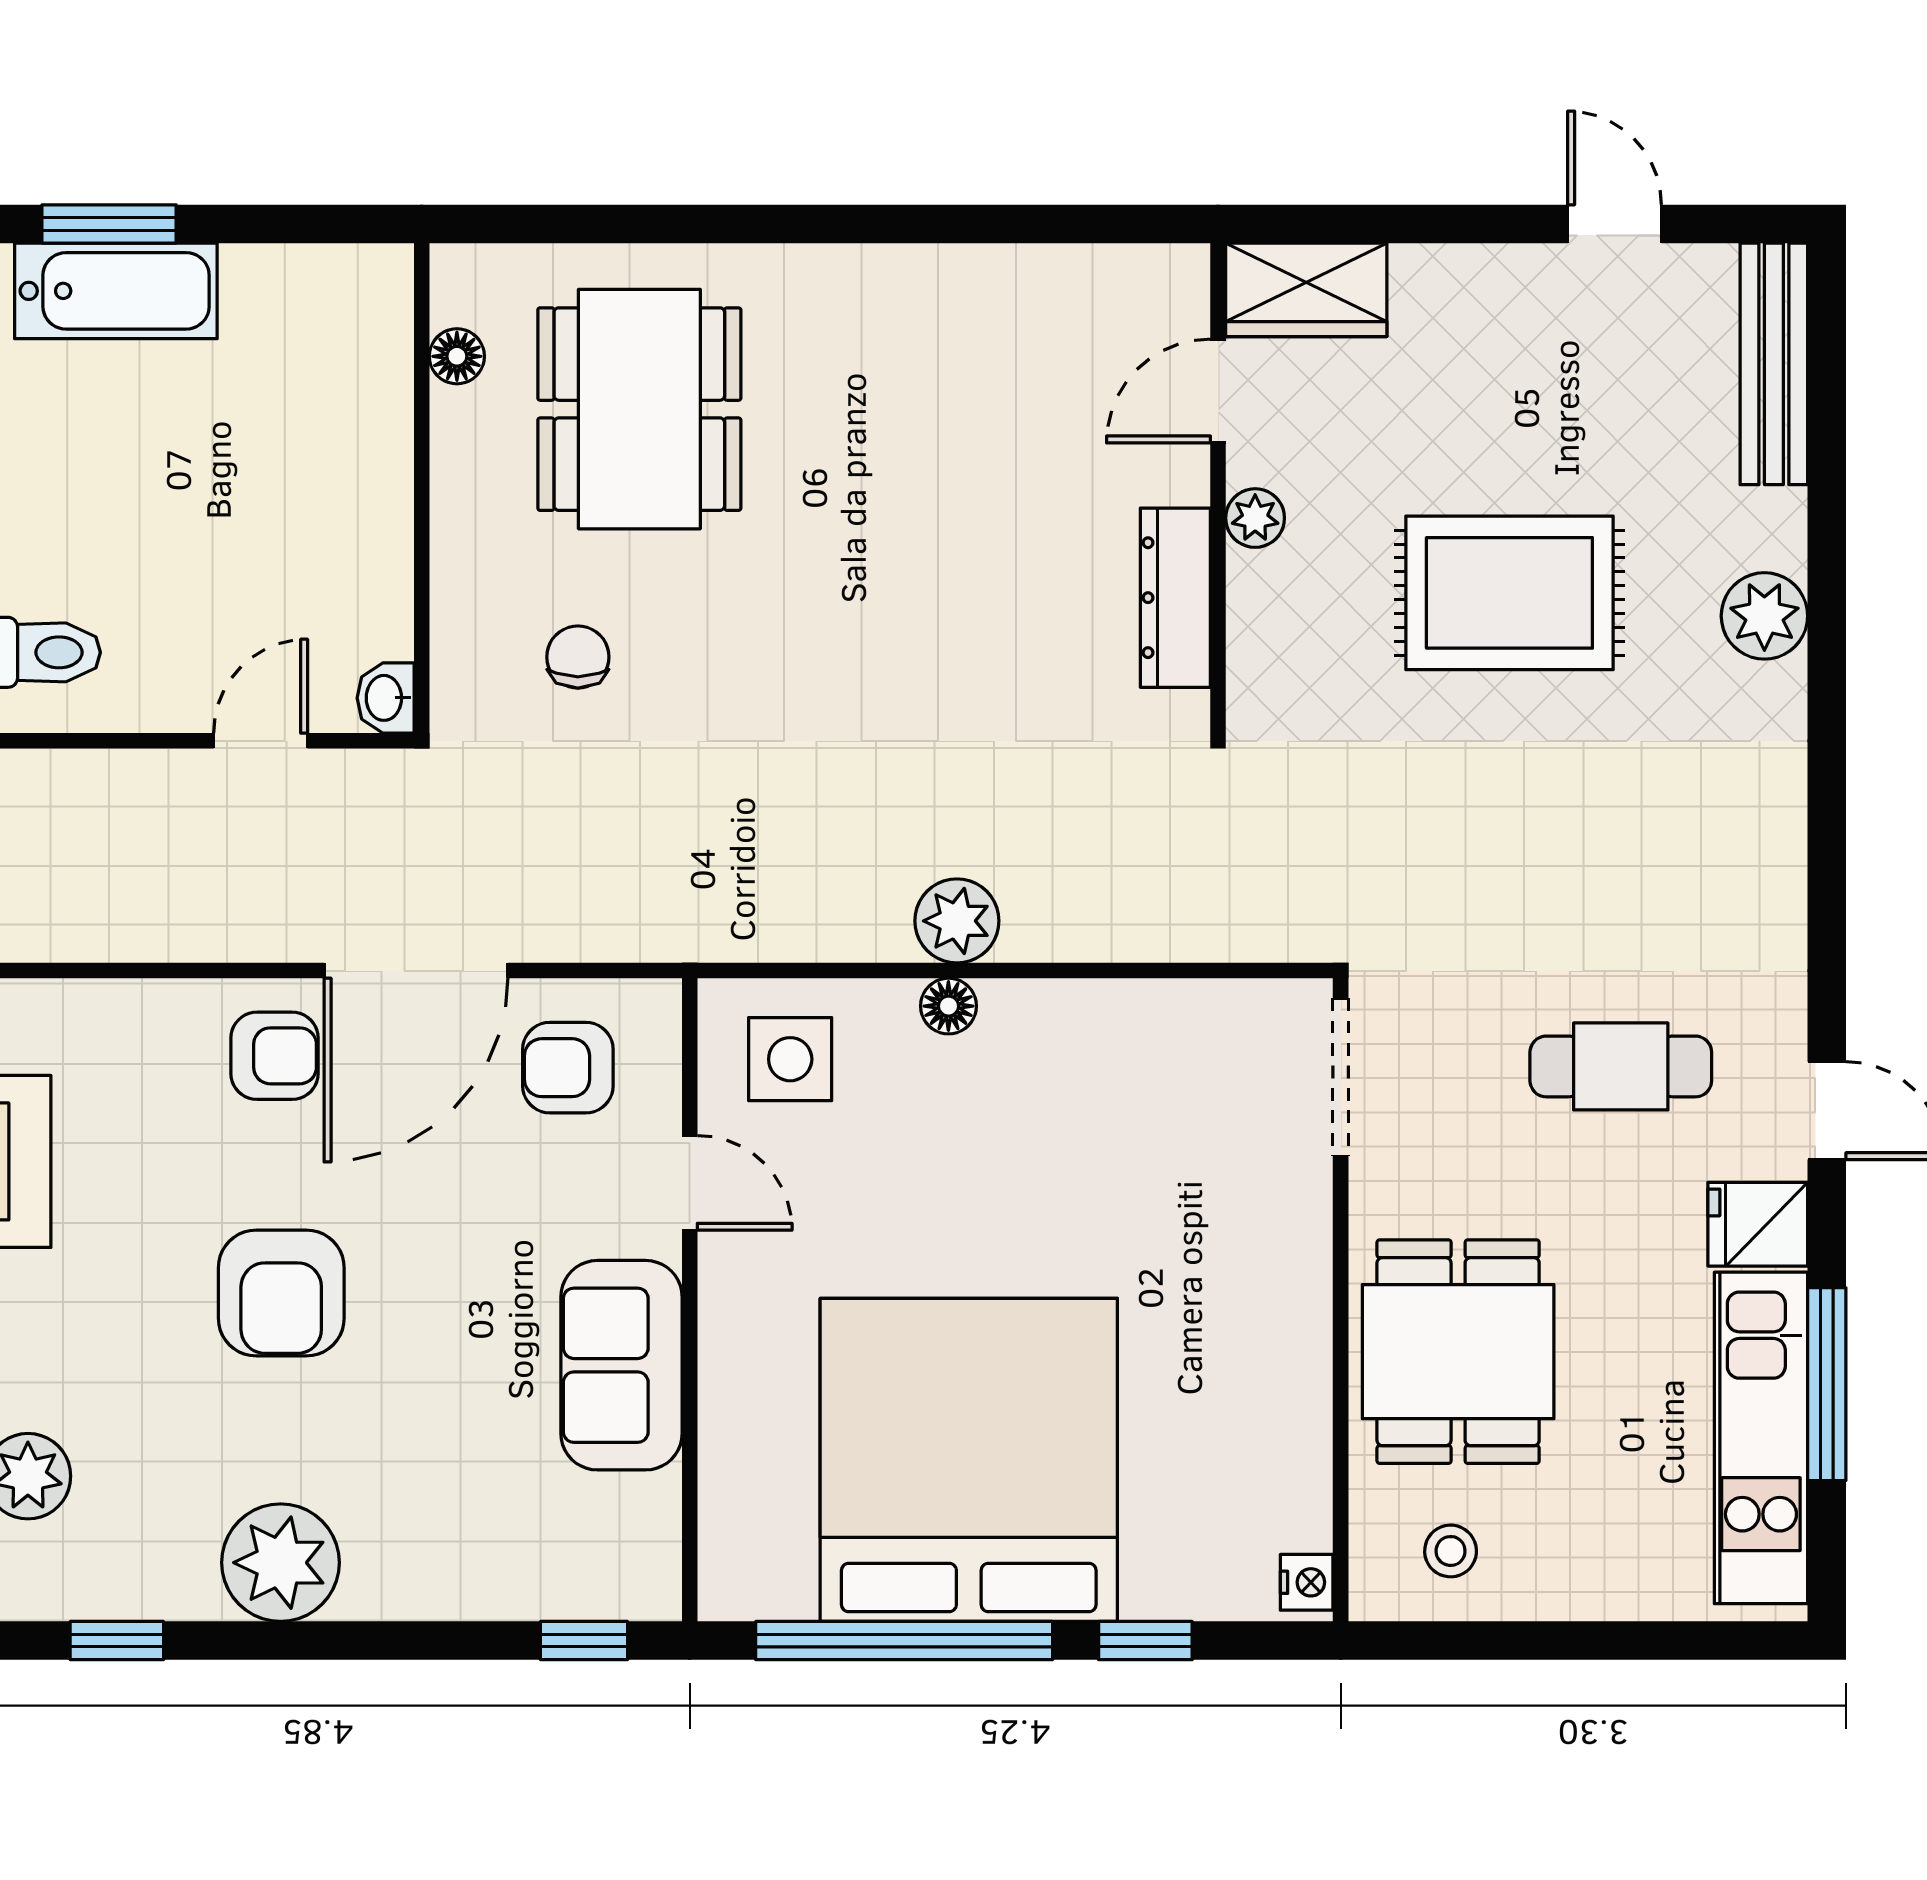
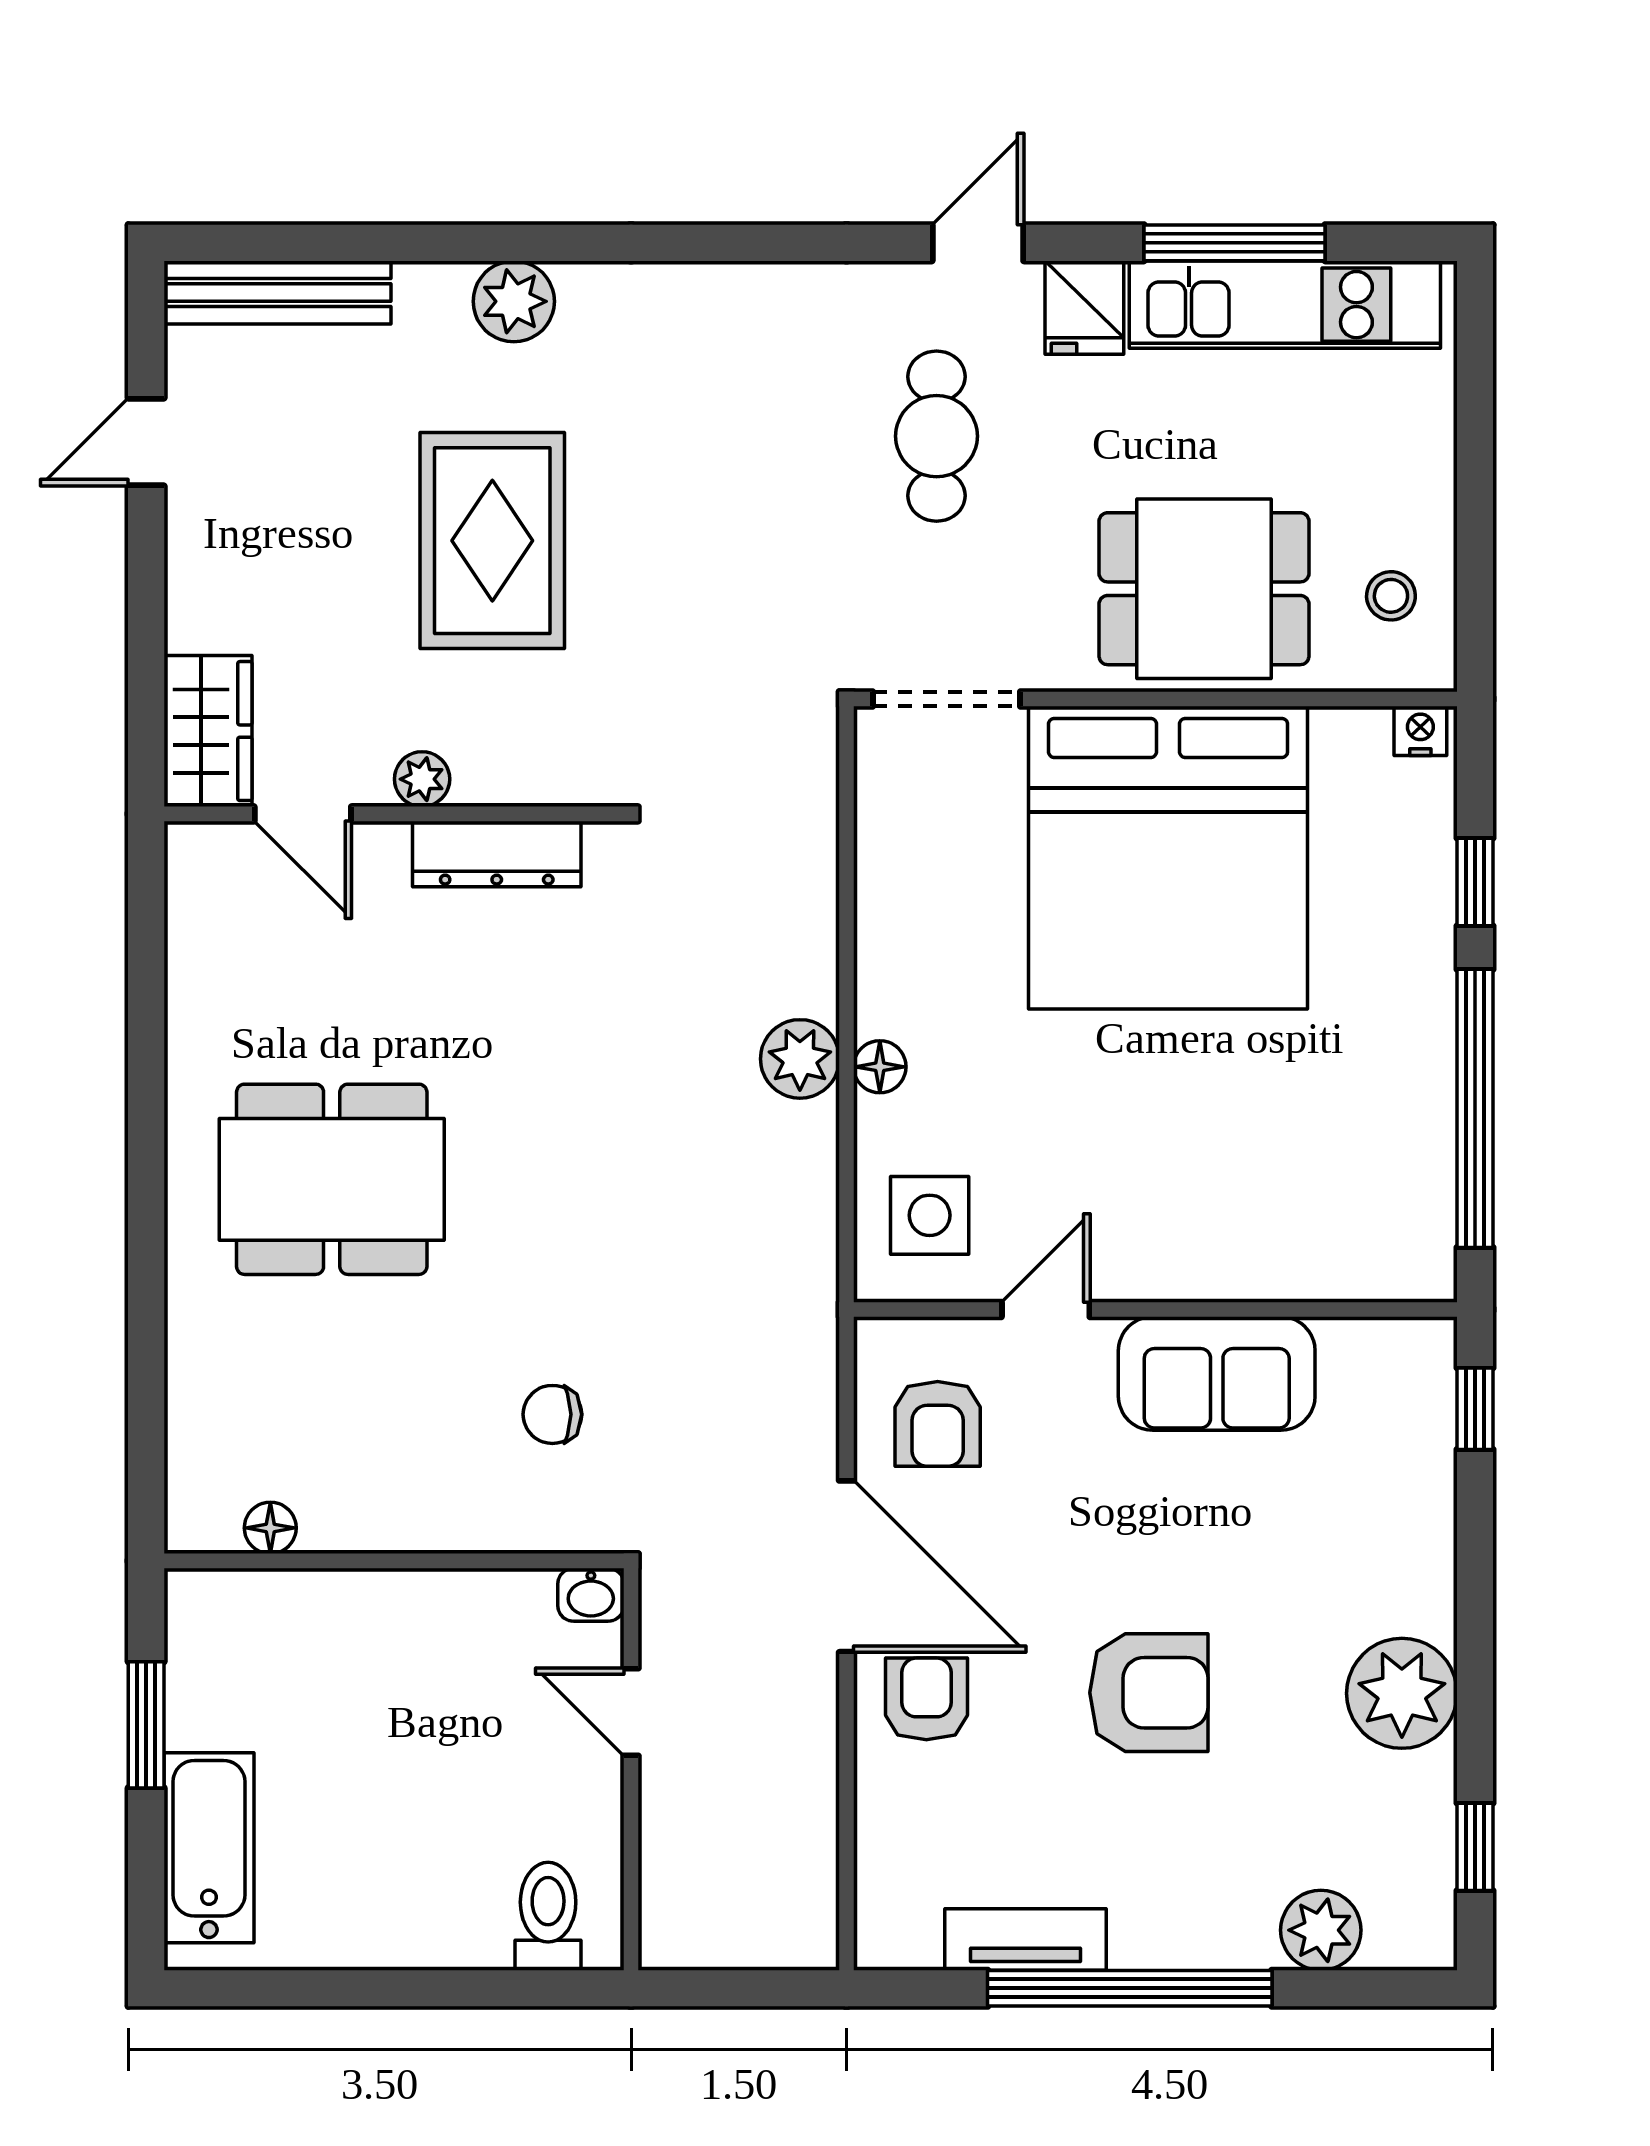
window: (109, 224) -> (146, 1725), moved
dining table: (639, 409) -> (332, 1179), moved
bed: (969, 1460) -> (1168, 858), moved, turned -90

